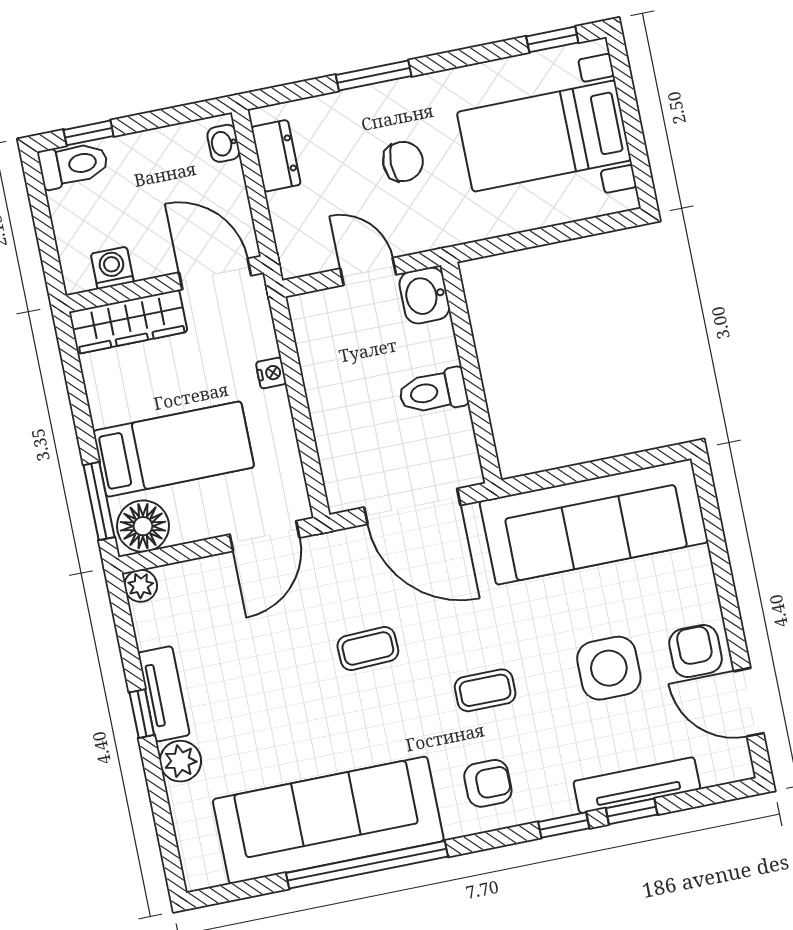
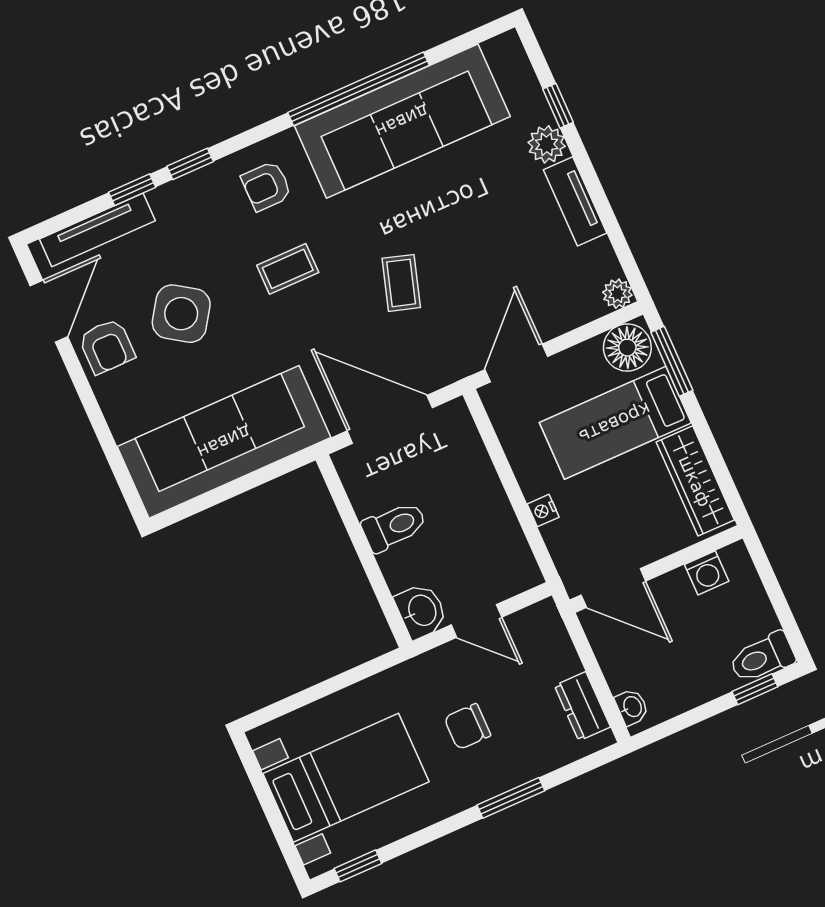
wardrobe: (128, 322) -> (695, 481), moved, turned -90
coffee table: (368, 648) -> (401, 283), turned -71
side table: (609, 668) -> (181, 314), turned 34
door: (749, 702) -> (49, 311), hinge flipped
window: (142, 714) -> (558, 106), moved
tv unit: (637, 785) -> (97, 230), moved

